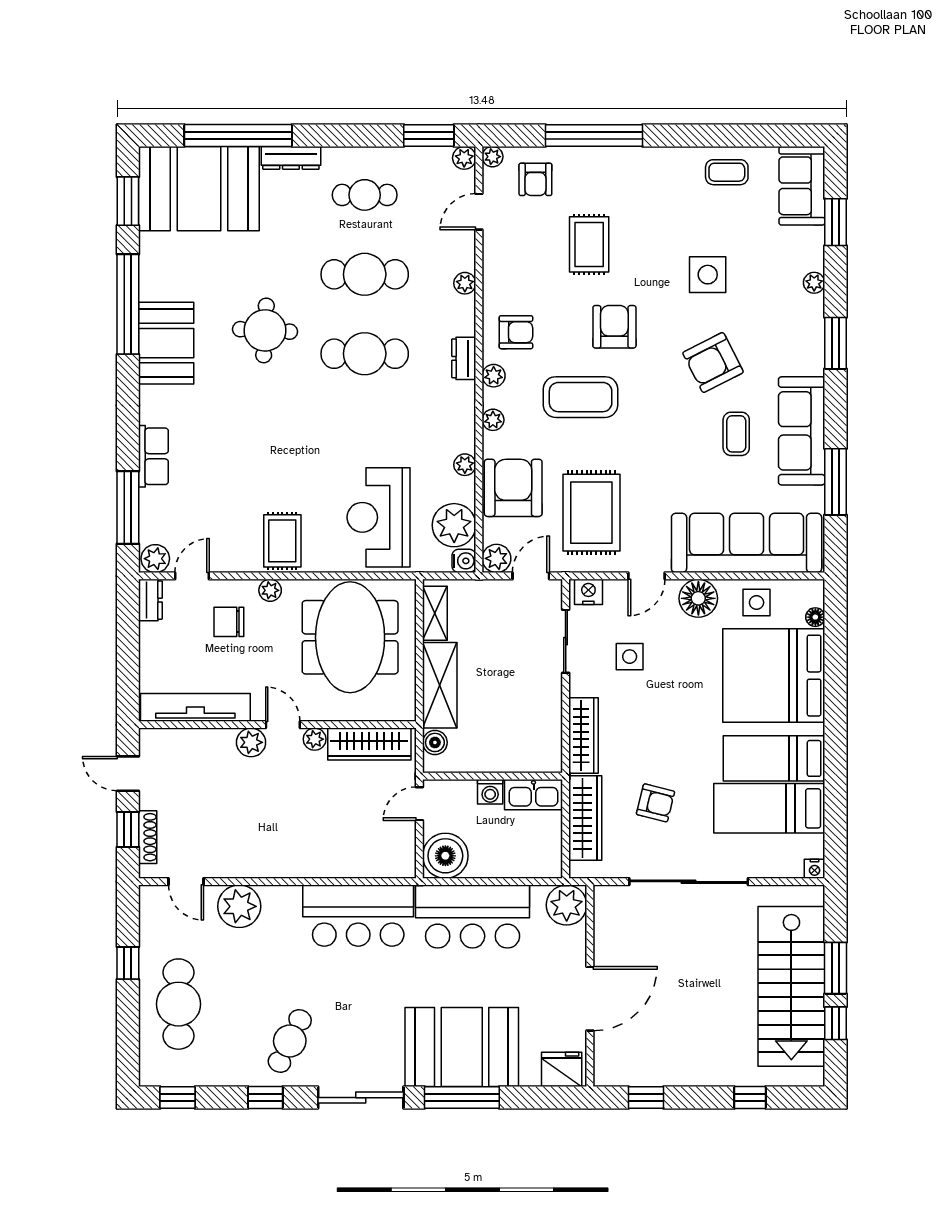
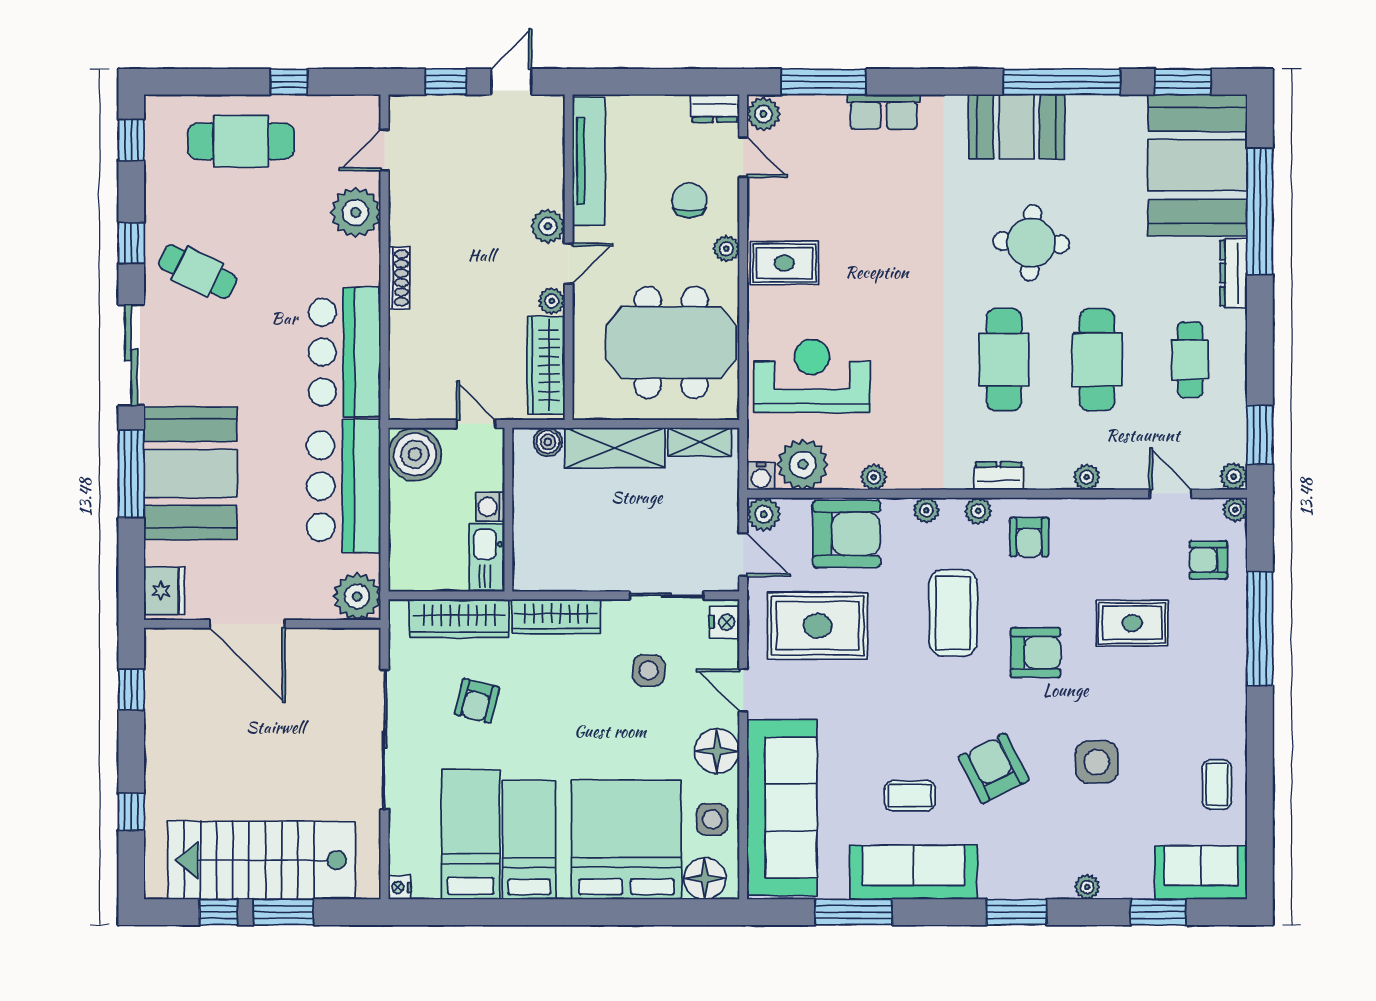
floor lamp: (815, 617) -> (705, 878), width x1.89, depth x1.89
shoe rack: (148, 837) -> (399, 278), moved, turned -90

